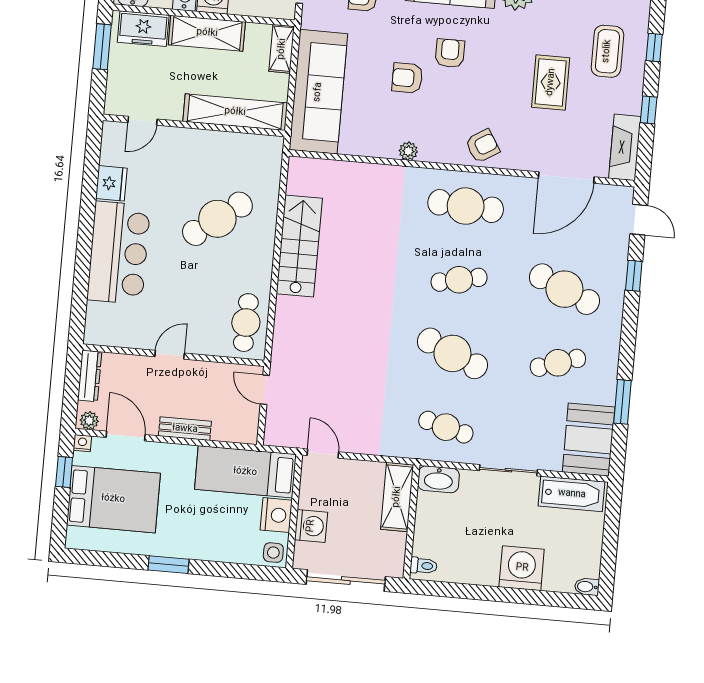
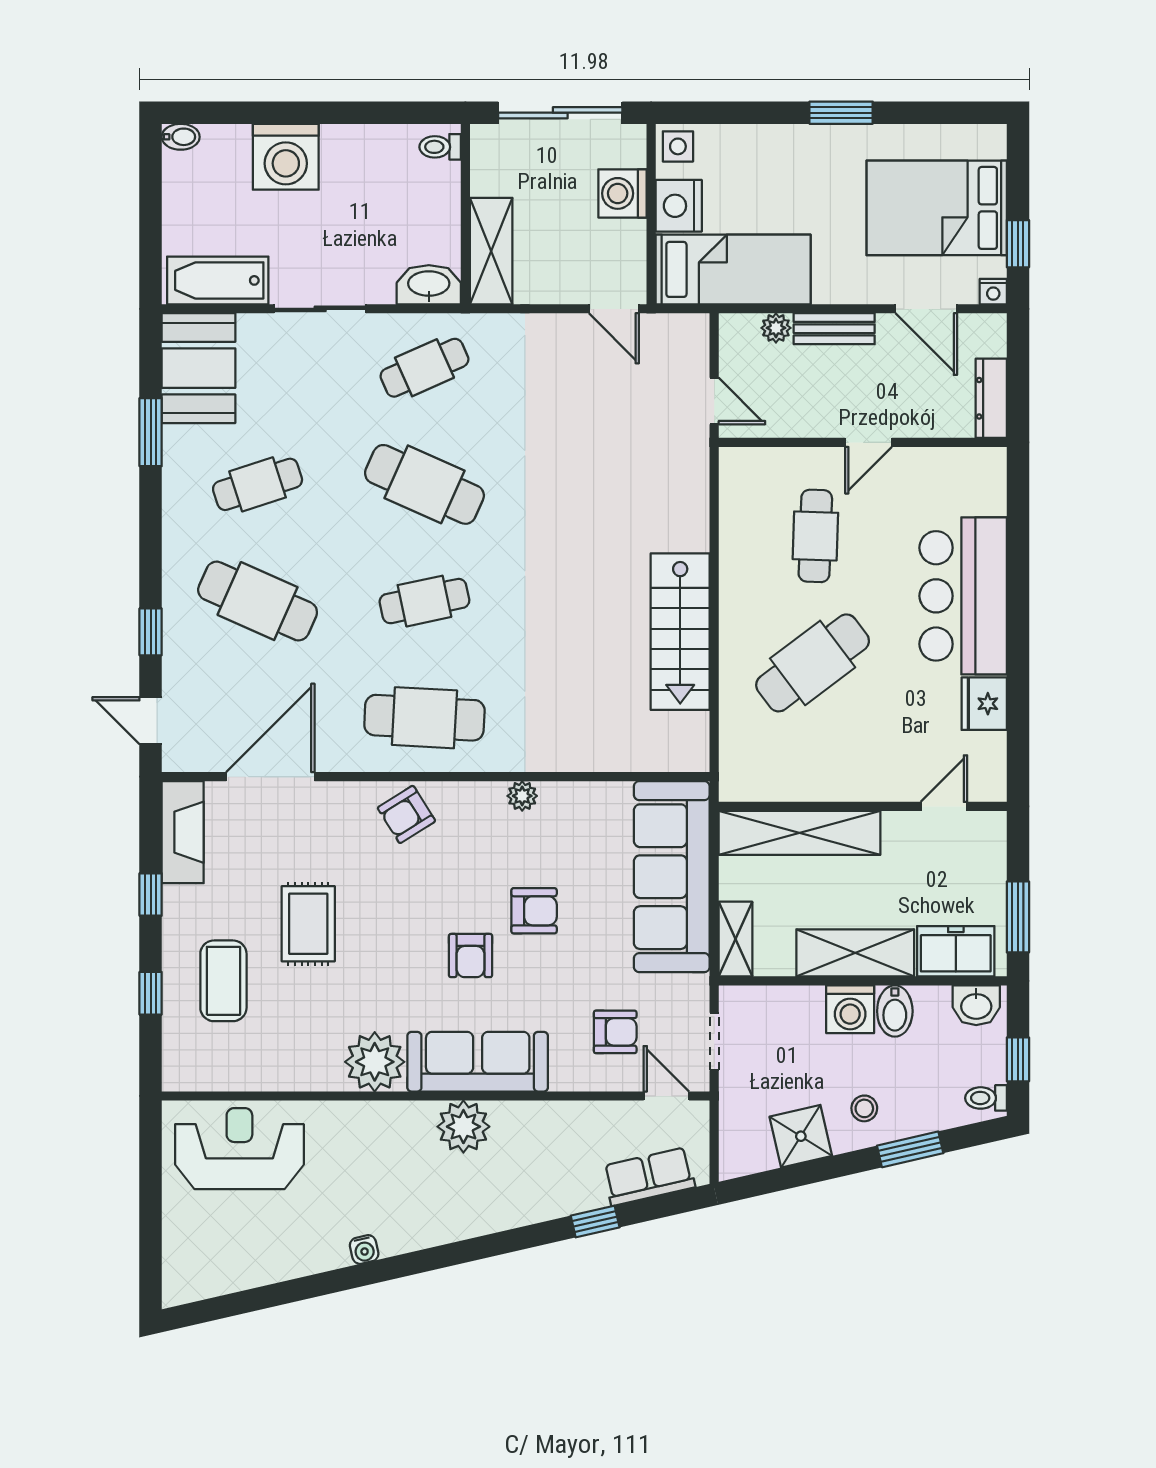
cafe table: (246, 323) -> (815, 536), moved
plant: (89, 421) -> (776, 328), moved
cafe table: (446, 427) -> (424, 368), turned -39

